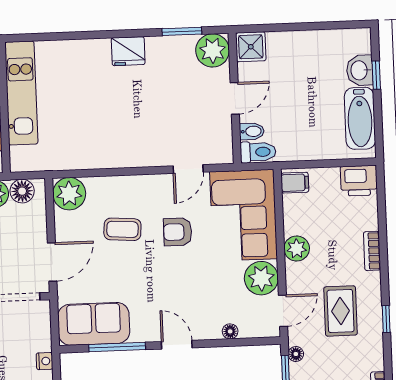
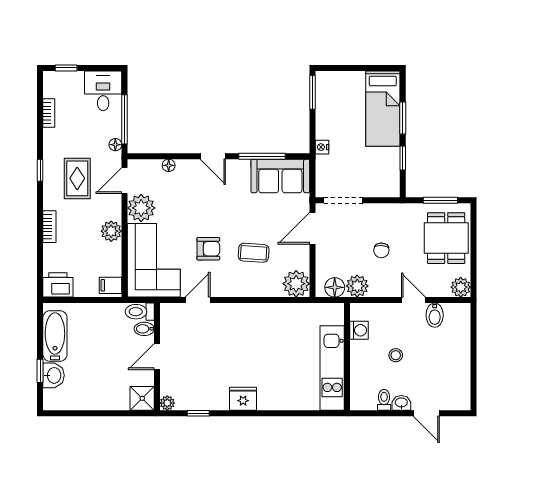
window: (182, 31) -> (198, 413), width x0.67
plant: (213, 50) -> (167, 403), width x0.53, depth x0.53

